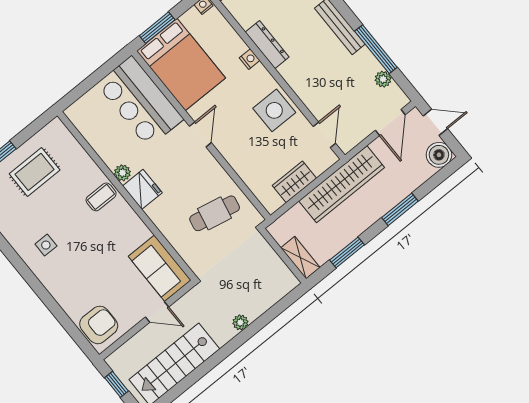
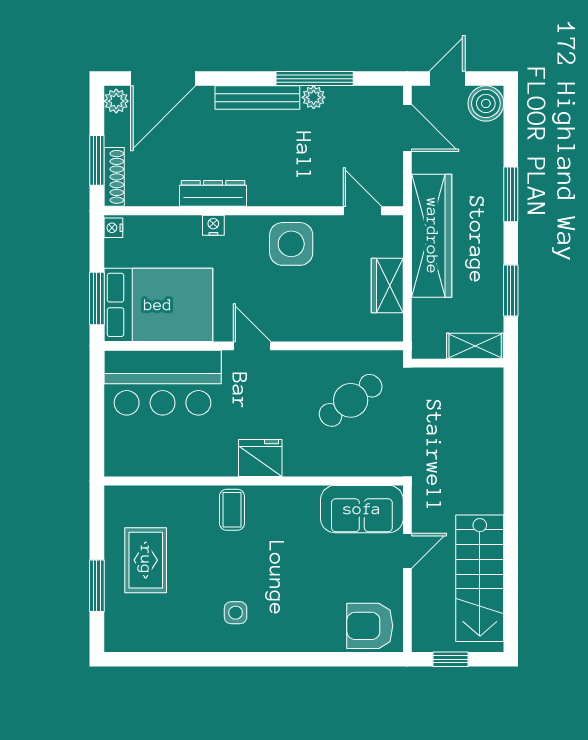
plant: (383, 79) -> (314, 97), moved
plant: (122, 173) -> (225, 465), removed
cafe table: (215, 213) -> (351, 400), turned 42
plant: (240, 322) -> (493, 469), removed
armchair: (99, 325) -> (370, 626), turned -90

